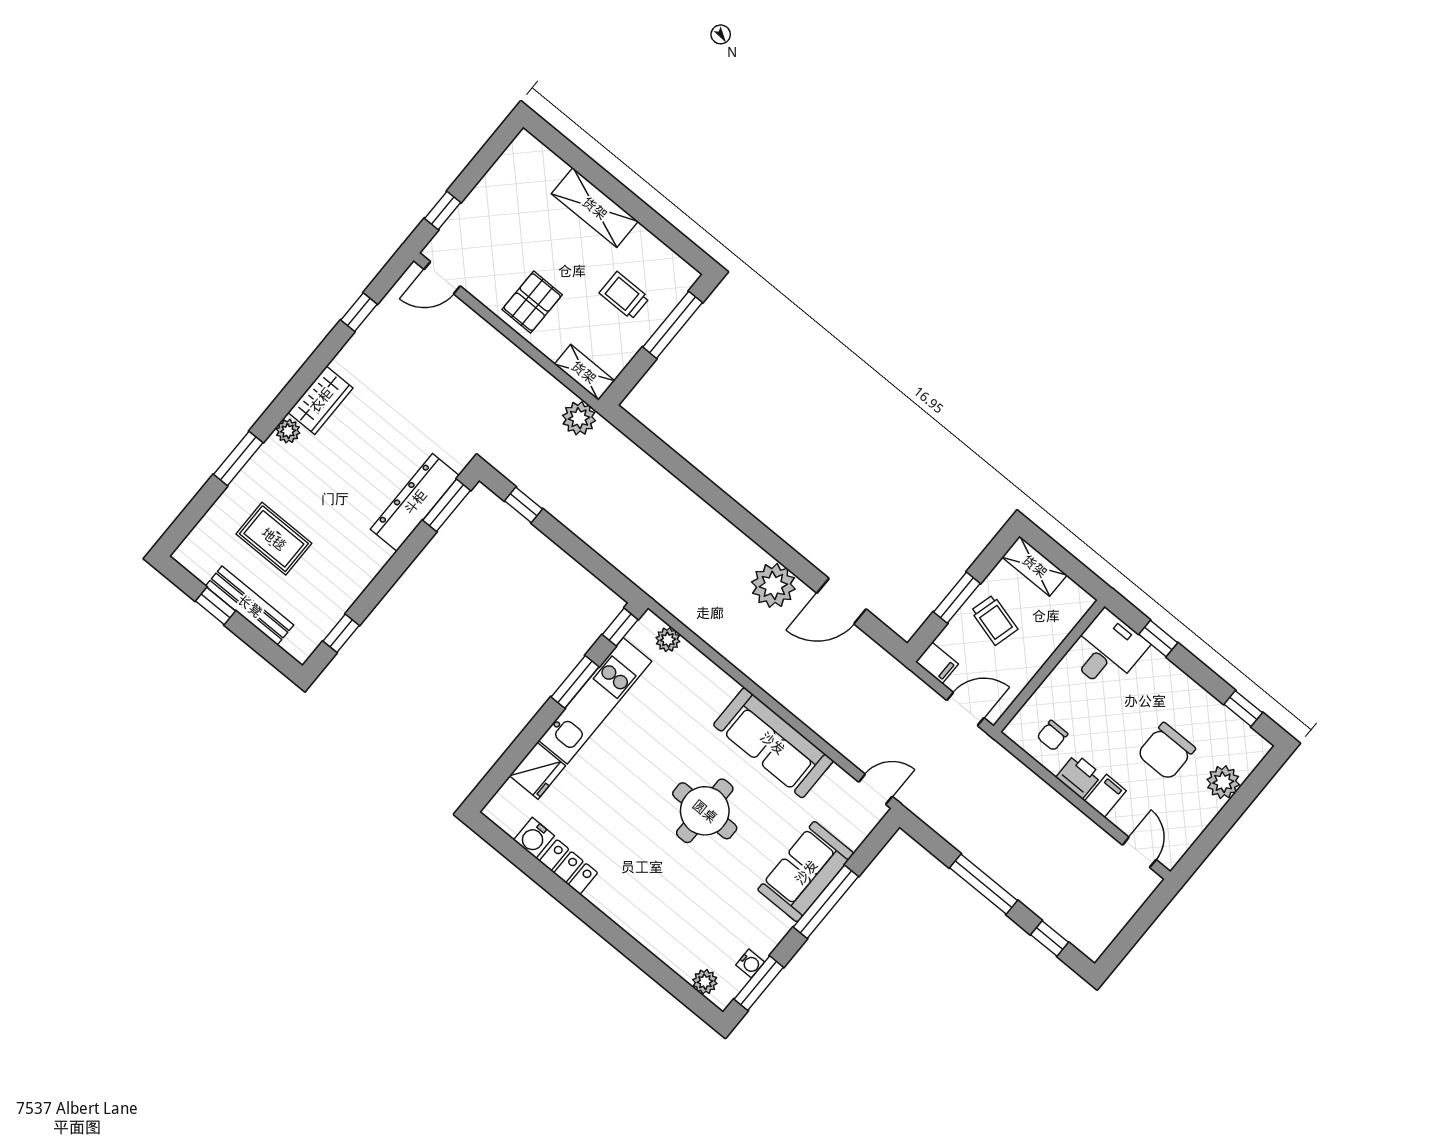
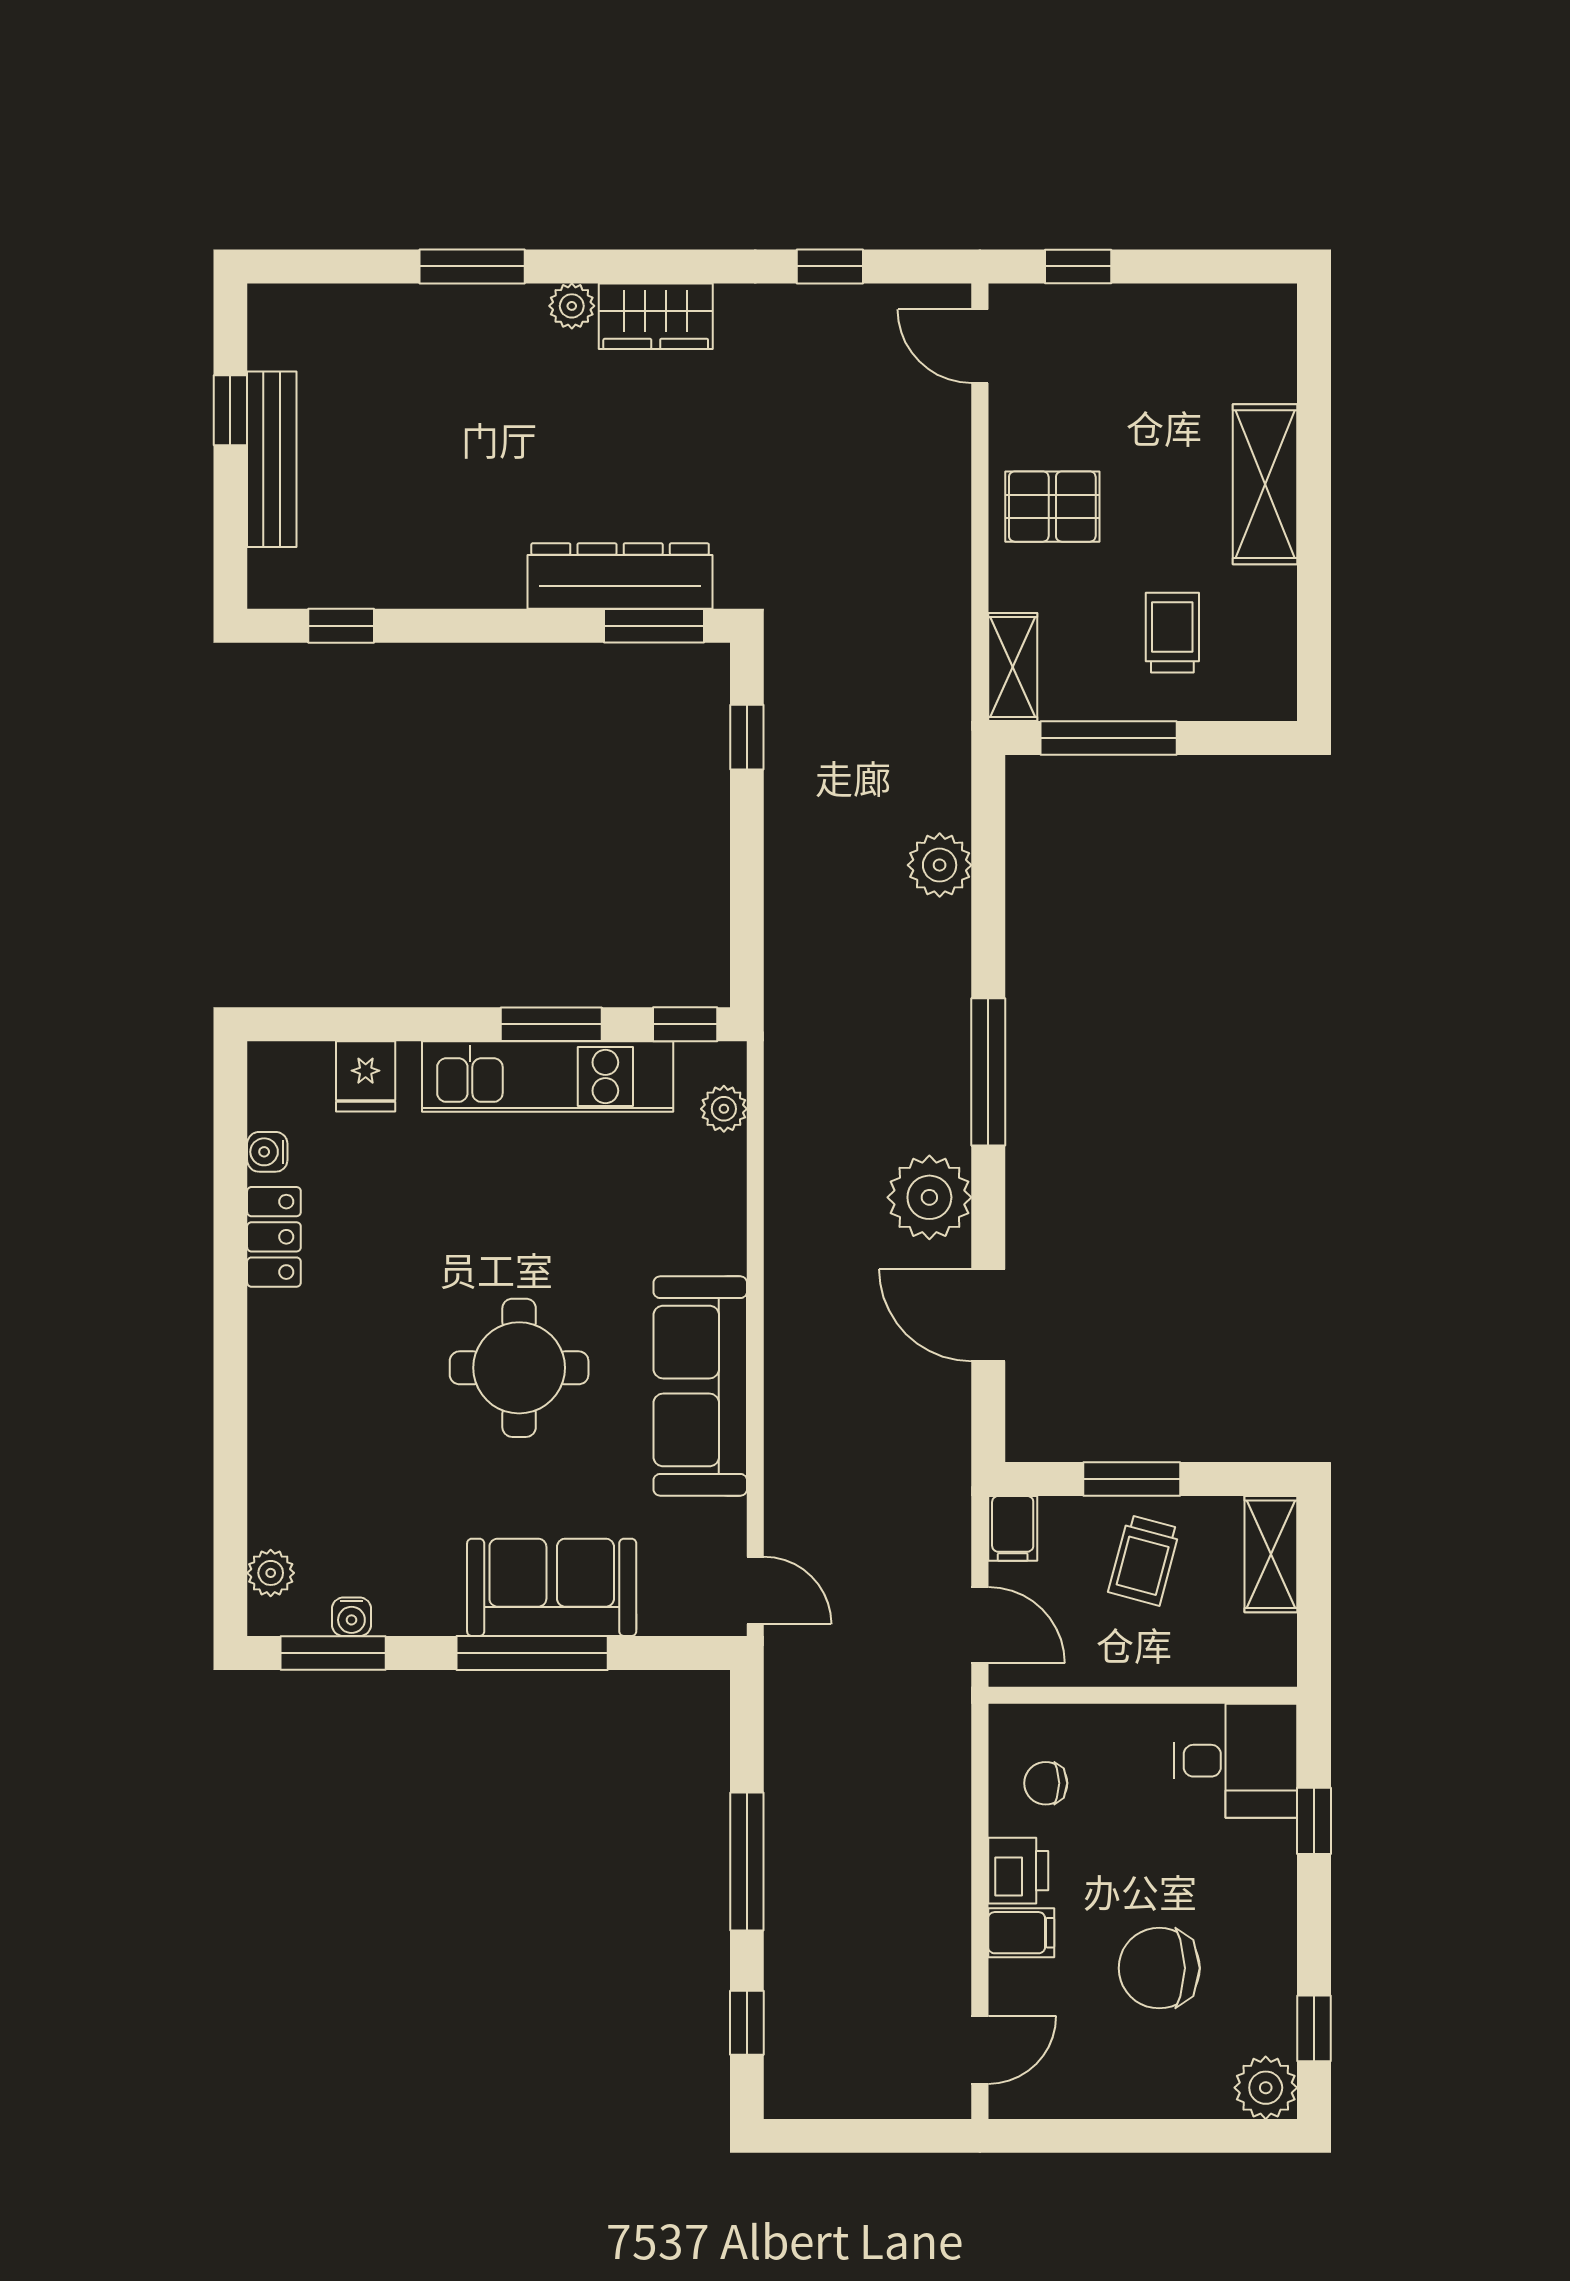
window: (673, 325) -> (1109, 738), moved
plant: (579, 418) -> (940, 865), moved
window: (742, 519) -> (988, 1072), added
rug: (274, 539) -> (398, 414), removed
fridge: (538, 771) -> (366, 1076), width x0.72
plant: (1223, 782) -> (1266, 2088), moved
water cooler: (534, 838) -> (267, 1152), width x0.72, depth x0.72

